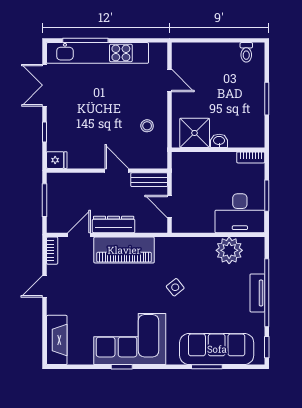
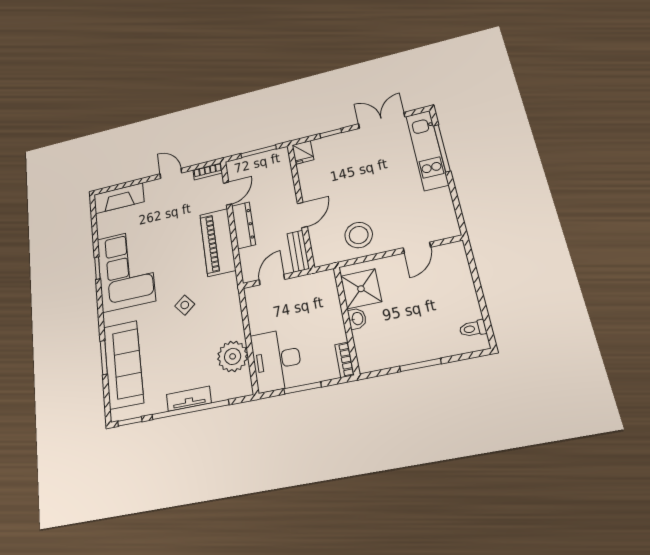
kitchen unit: (97, 53) -> (427, 150), width x0.73
stool: (147, 126) -> (359, 235), width x1.89, depth x1.89
door: (79, 235) -> (228, 194), hinge flipped

